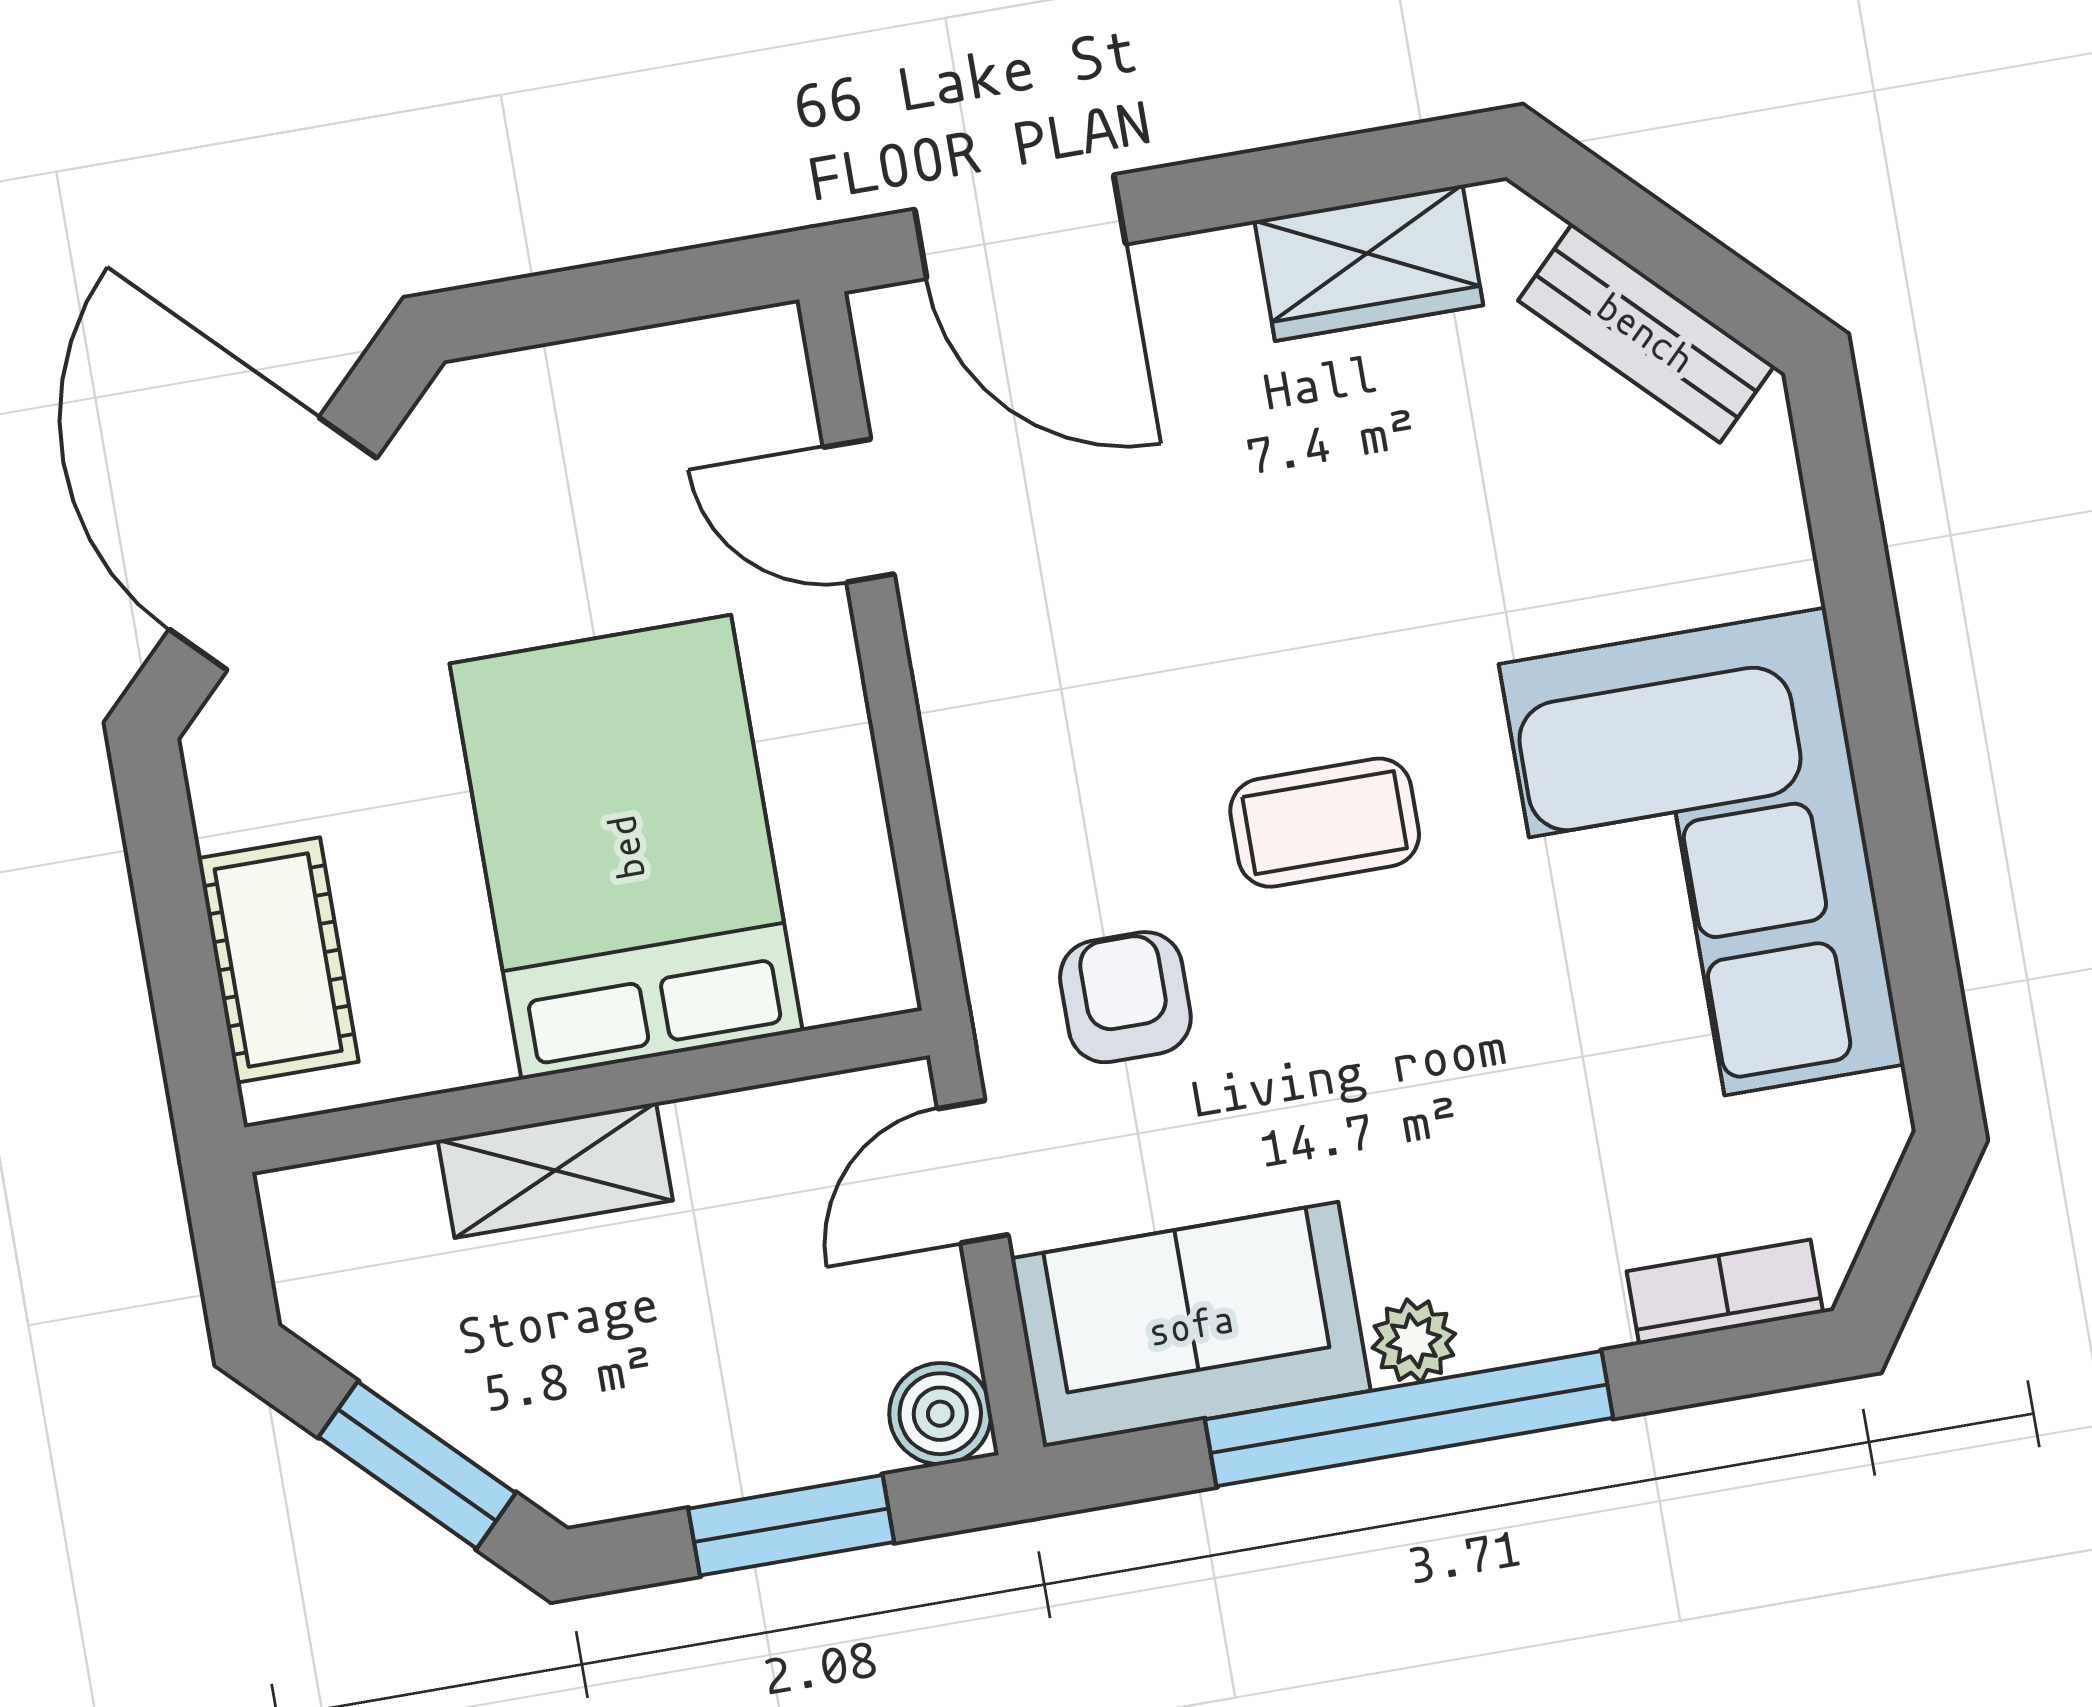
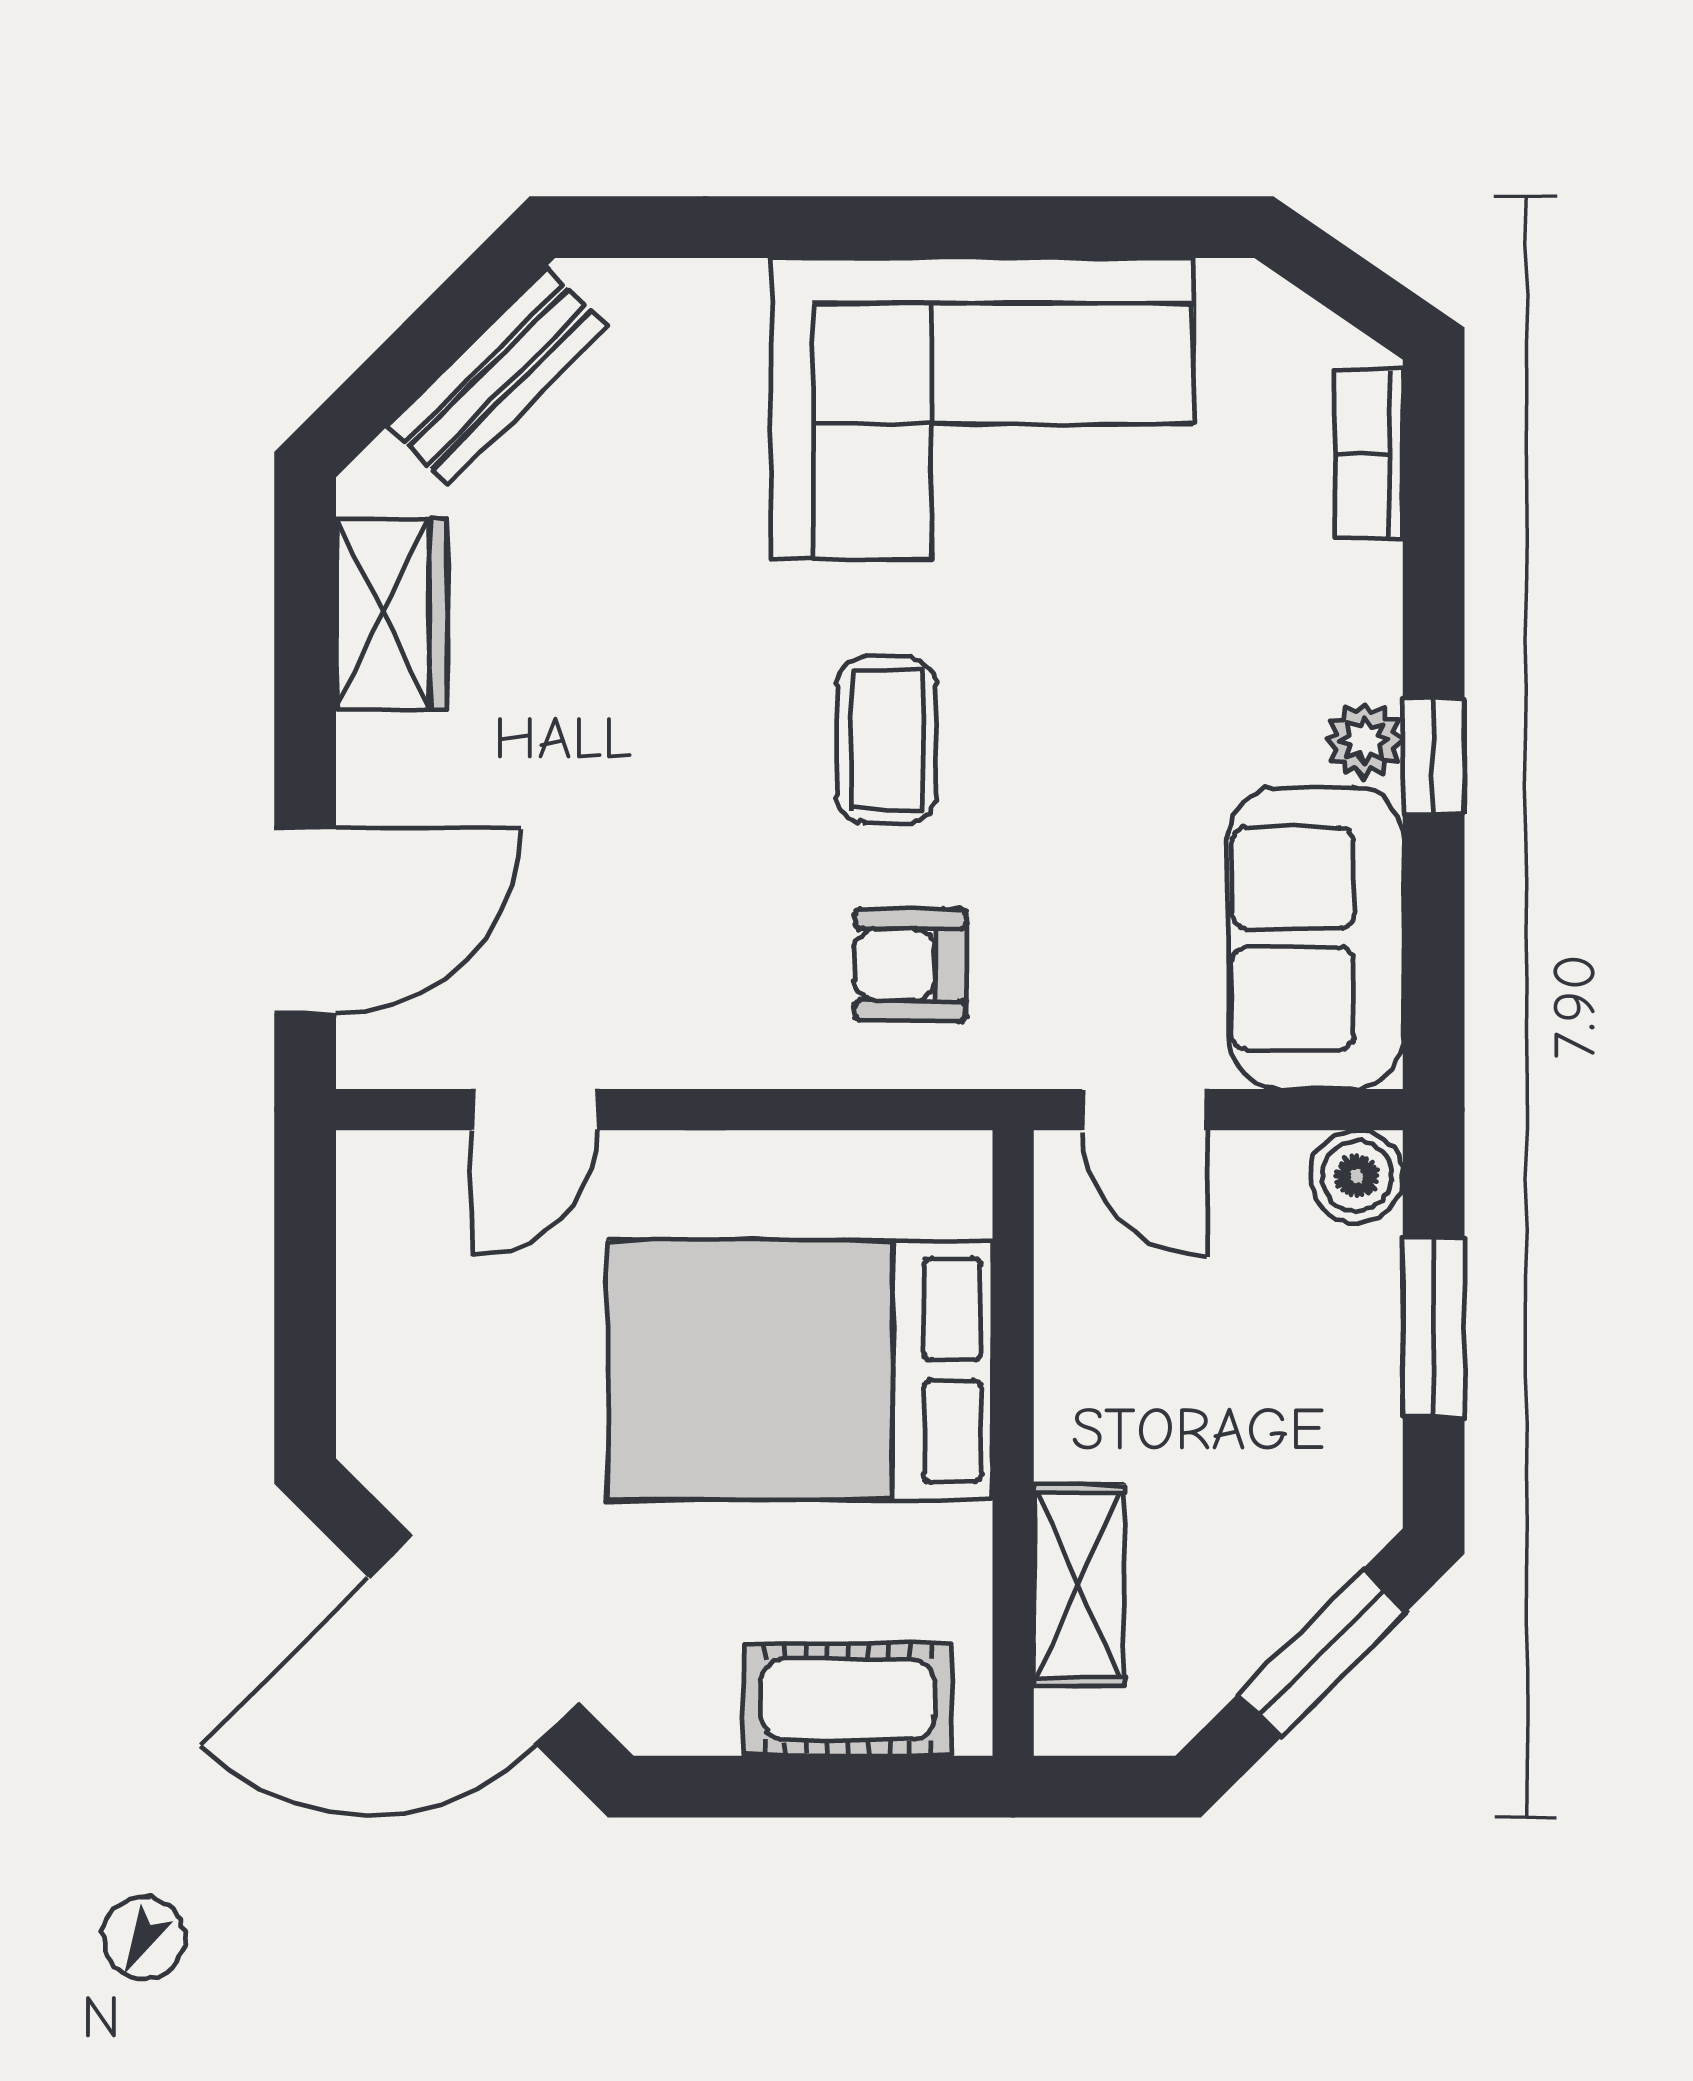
armchair: (1125, 997) -> (910, 965), moved
shelving: (555, 1170) -> (1079, 1585), moved
window: (1409, 1419) -> (1434, 757), width x0.32

